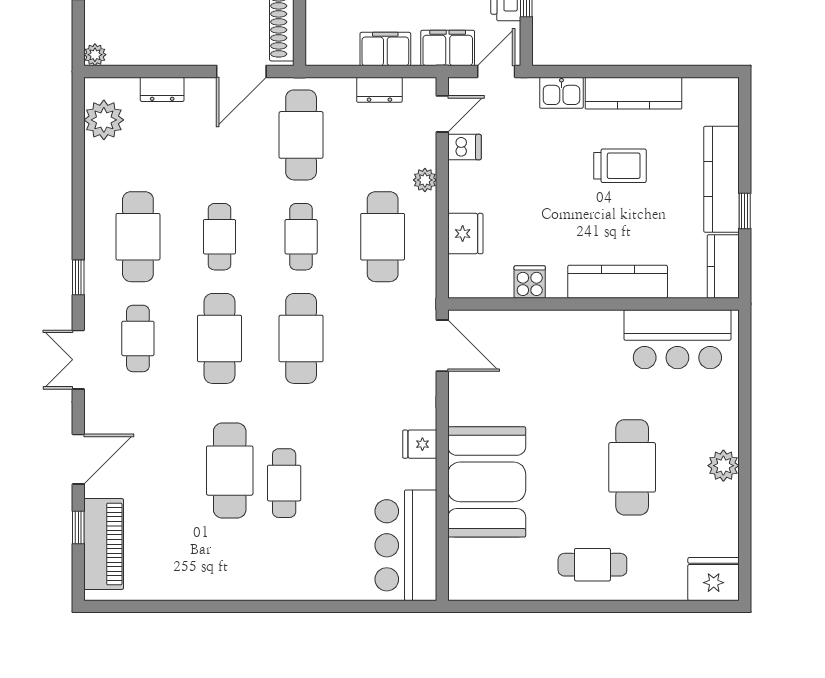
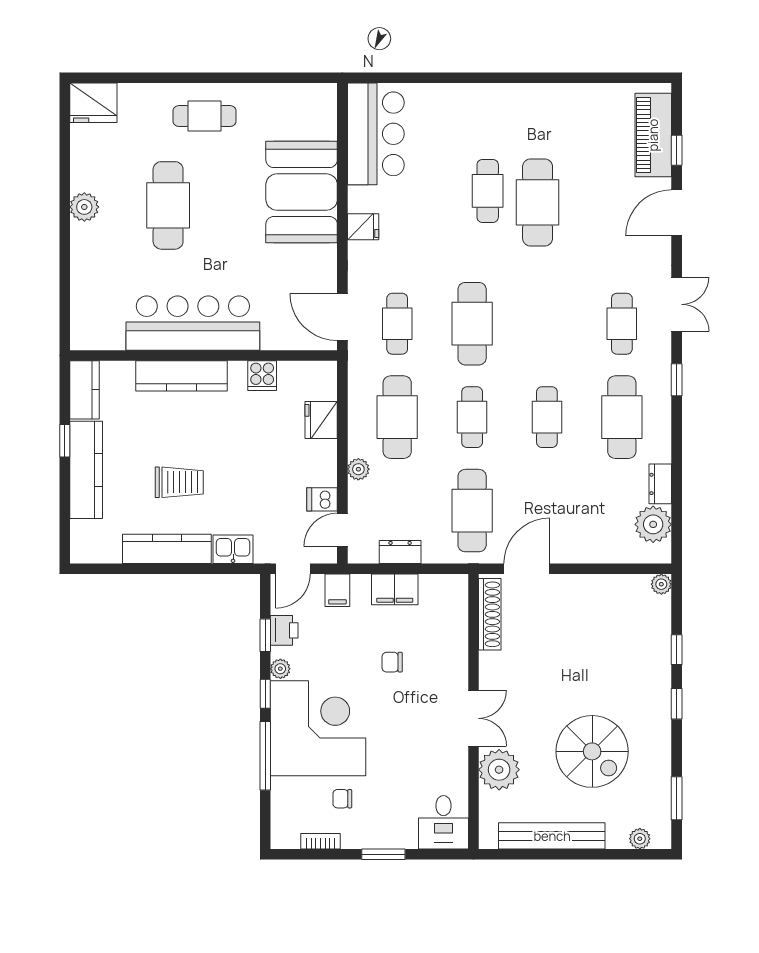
filing cabinet: (448, 48) -> (337, 590), width x0.50
dresser: (162, 89) -> (660, 484), moved, turned -90
trolley: (620, 166) -> (179, 482), turned 180
cafe table: (219, 338) -> (397, 324), moved, width x0.73, depth x0.74
bar counter: (677, 339) -> (193, 323), moved, width x1.36

